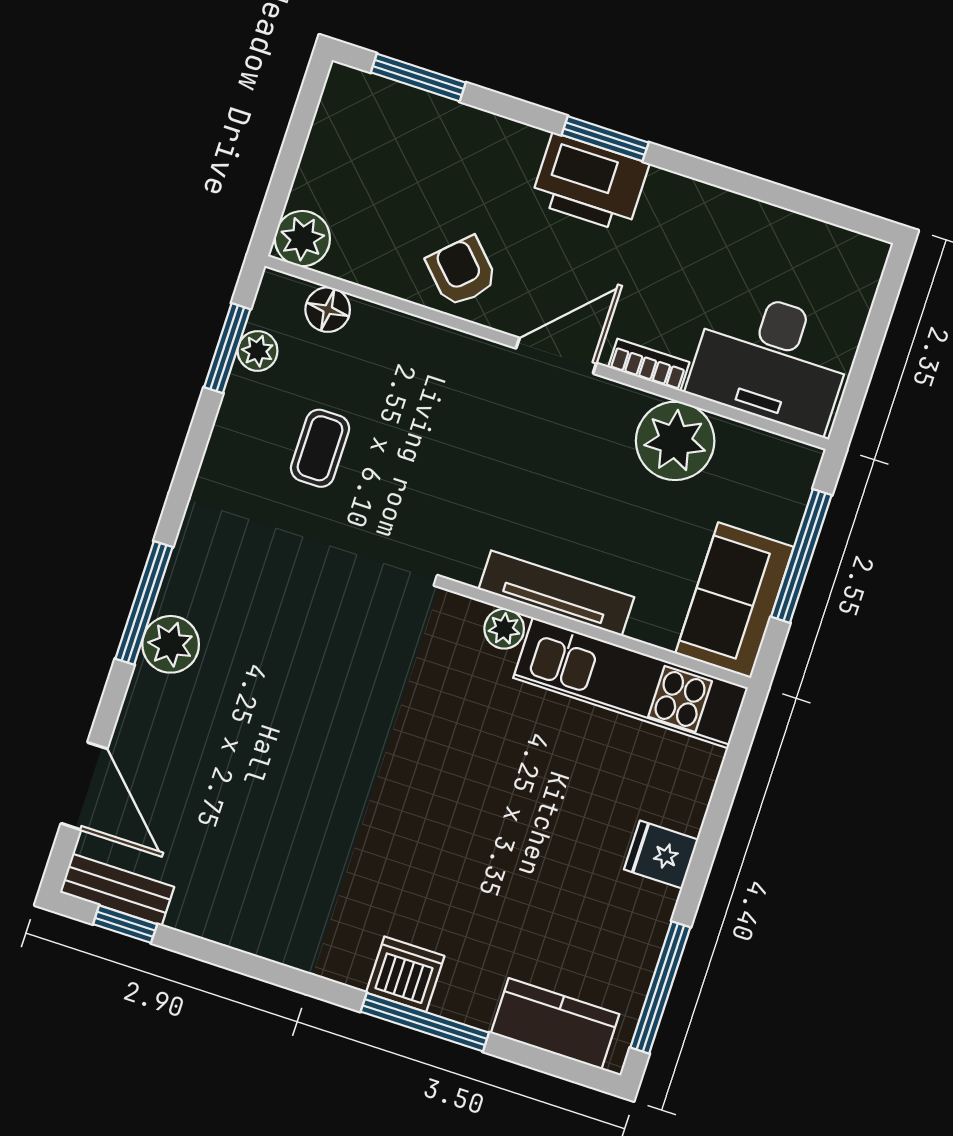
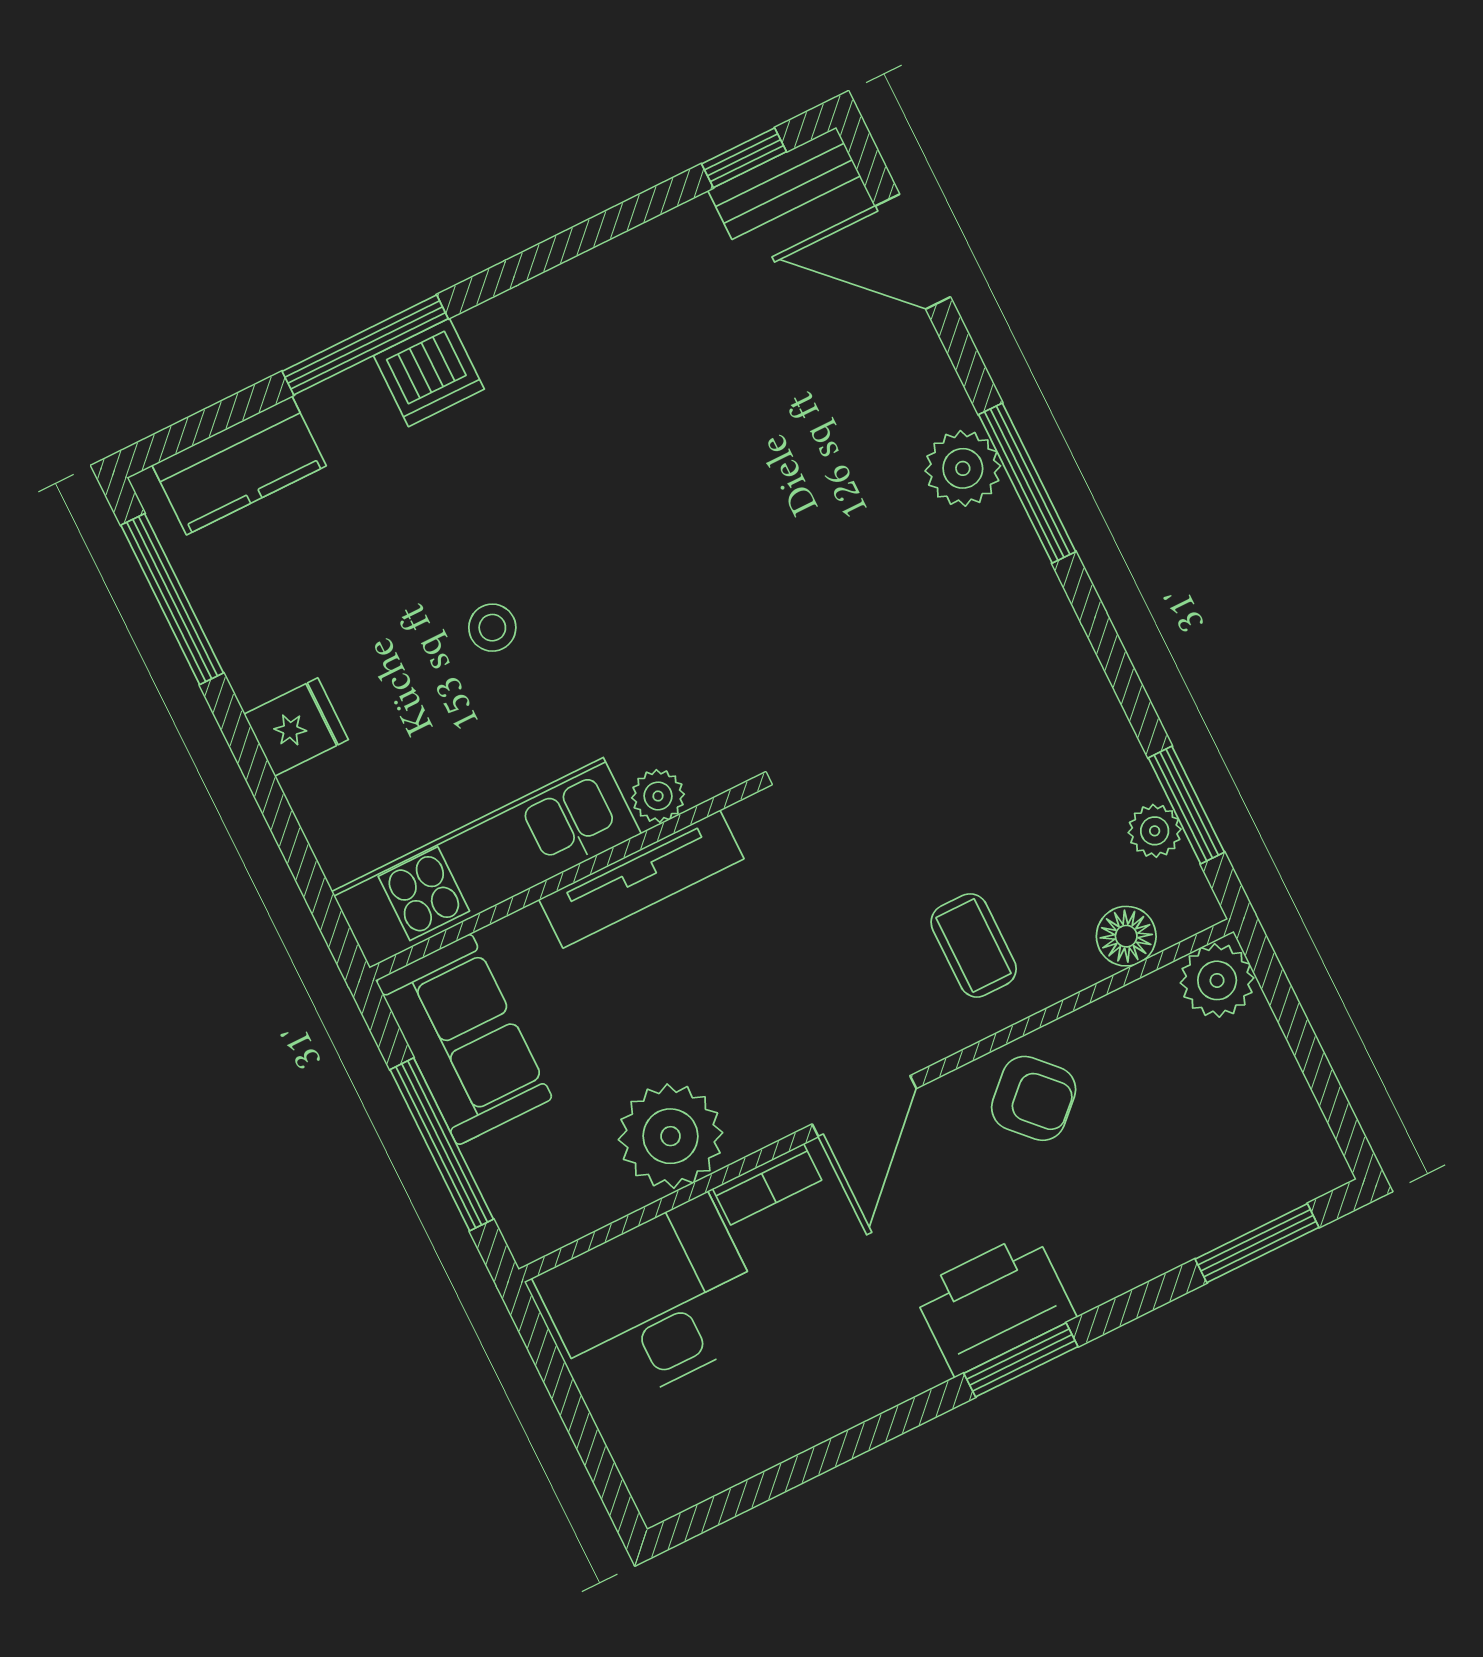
coffee table: (320, 448) -> (974, 945), moved
stool: (505, 805) -> (492, 628), added

